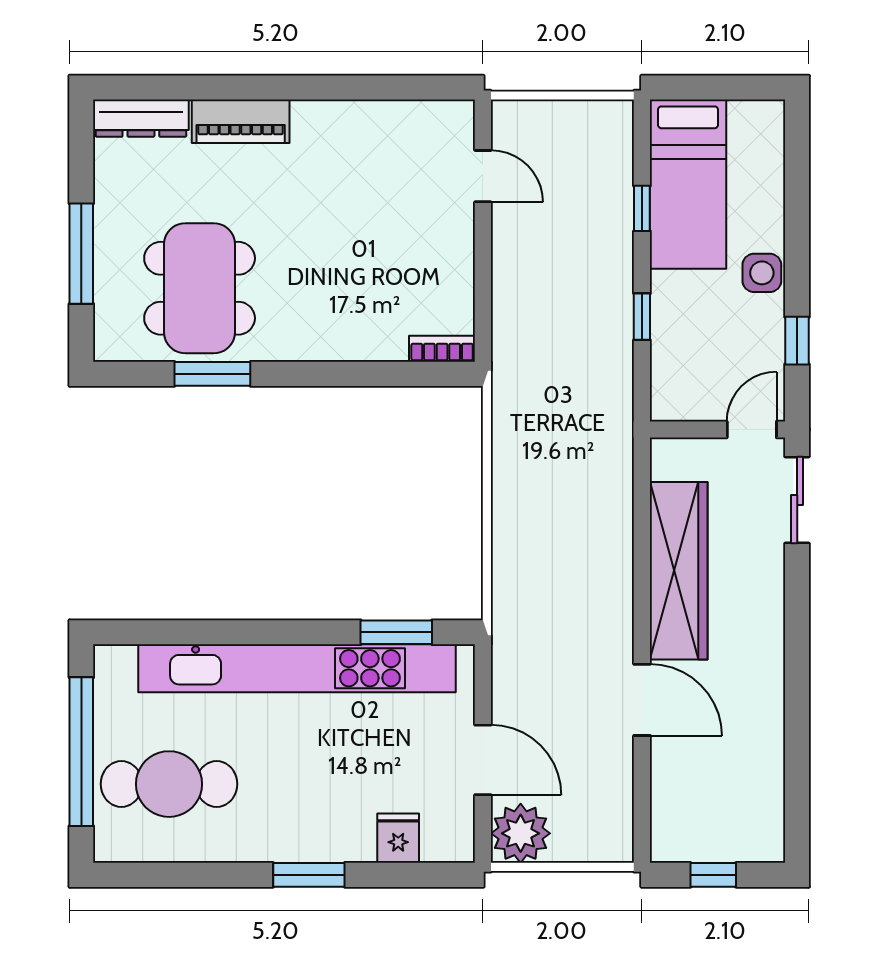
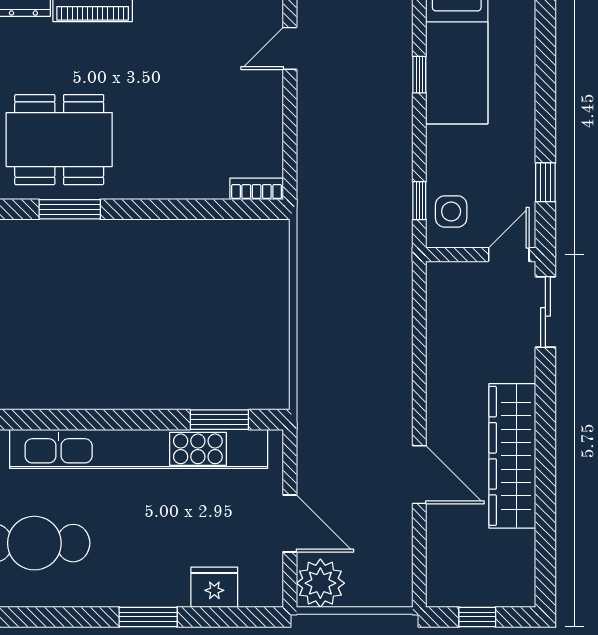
door: (483, 176) -> (290, 48), swing flipped
side table: (762, 273) -> (451, 211), moved
dining table: (200, 288) -> (59, 140), turned 90
window: (642, 317) -> (419, 201), moved
wardrobe: (679, 571) -> (512, 456), moved, turned 180
fridge: (398, 838) -> (214, 587), width x1.38

